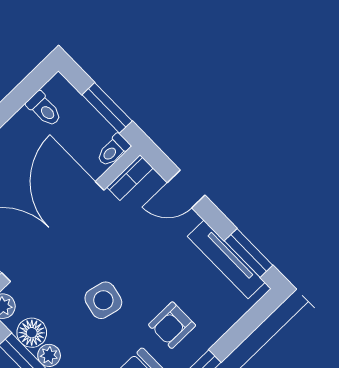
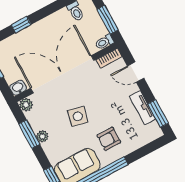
tv unit: (226, 259) -> (143, 108), width x0.71
floor lamp: (32, 333) -> (37, 122), removed

